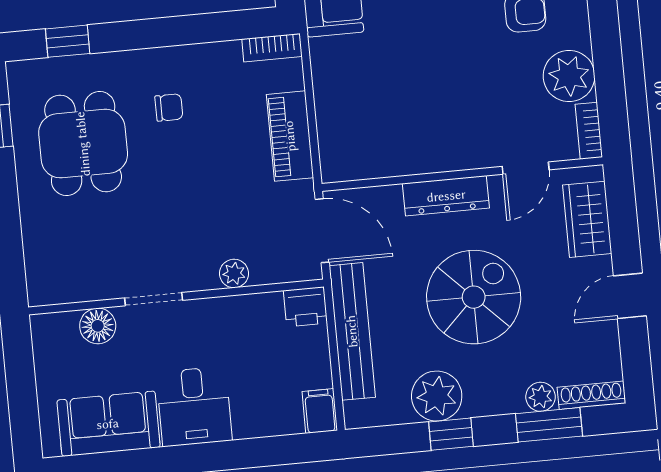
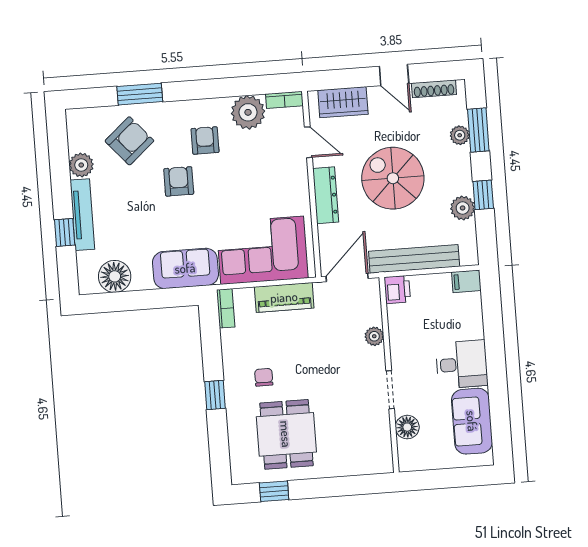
window: (68, 41) -> (215, 395), moved
corner sofa: (361, 101) -> (262, 250), added
dining table: (83, 144) -> (286, 434), turned 90
shoe rack: (591, 395) -> (434, 89), moved, turned -90
plant: (437, 396) -> (463, 208), width x0.73, depth x0.73

